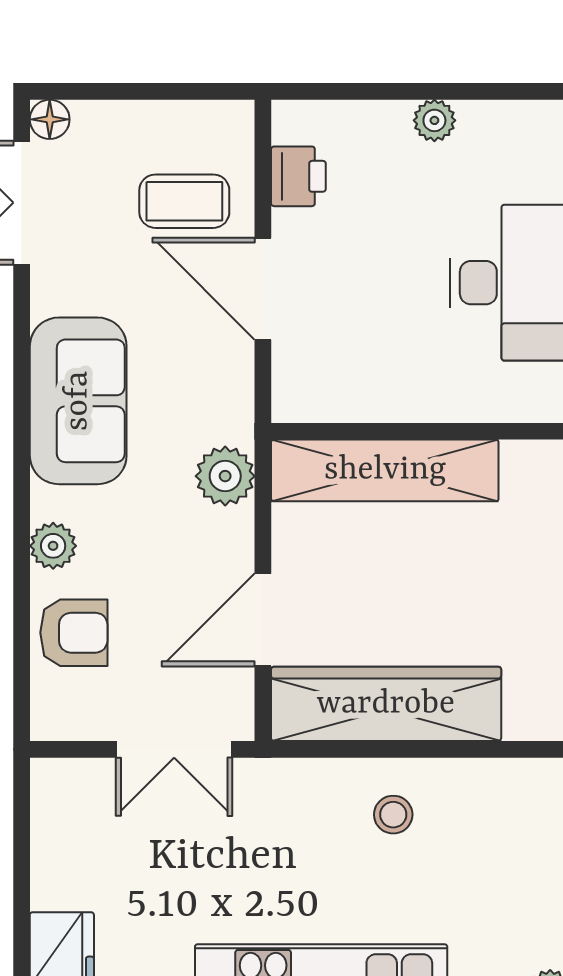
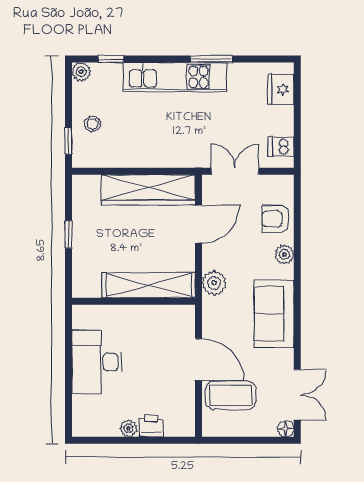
printer: (298, 176) -> (151, 426), moved, turned 90
coffee table: (184, 201) -> (231, 395), width x1.36, depth x1.30
dishwasher: (61, 810) -> (281, 146), added
stool: (393, 815) -> (92, 124), moved

